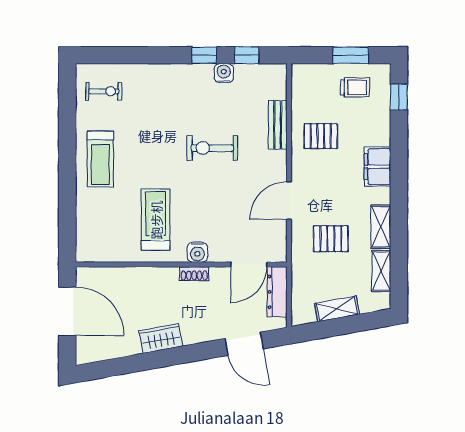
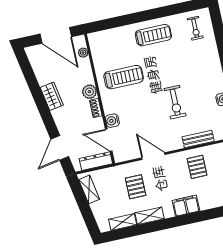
exercise bike: (212, 148) -> (175, 102), turned 180
treadmill: (100, 159) -> (153, 35), turned 180
water cooler: (197, 252) -> (112, 121), moved
plant: (103, 274) -> (83, 53), added
plant: (167, 278) -> (89, 92), added
shelving: (337, 309) -> (89, 189), moved
door: (67, 311) -> (56, 35), hinge flipped

